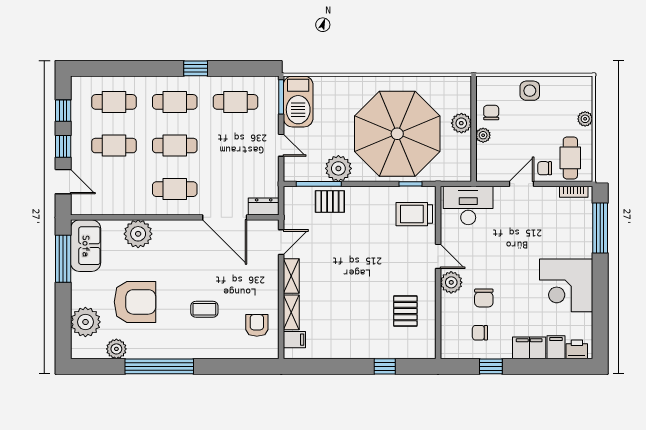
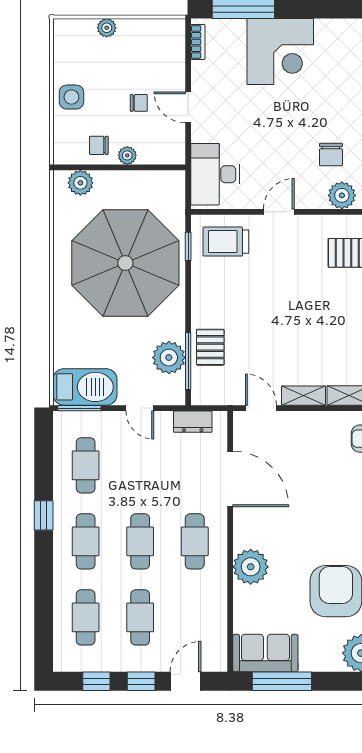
plant: (461, 123) -> (80, 183), moved
door: (281, 145) -> (140, 408), swing flipped
cafe table: (570, 158) -> (156, 46), removed
plant: (338, 168) -> (169, 358), moved
chair: (545, 168) -> (139, 103), moved, turned -90
dresser: (264, 207) -> (193, 422), moved, turned -90
trolley: (414, 214) -> (226, 242), turned 90
door: (225, 217) -> (230, 479), hinge flipped
plant: (138, 234) -> (251, 567), moved
plant: (451, 282) -> (342, 195), moved
corner desk: (566, 285) -> (280, 51), moved
chair: (484, 298) -> (331, 155), turned 90
coffee table: (204, 309) -> (345, 504), removed

